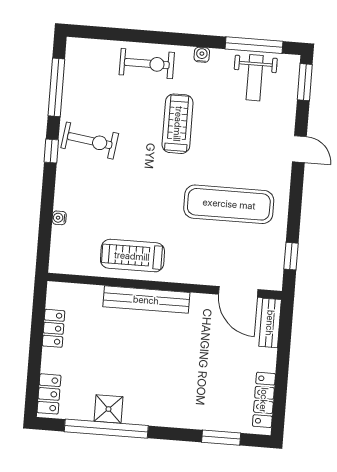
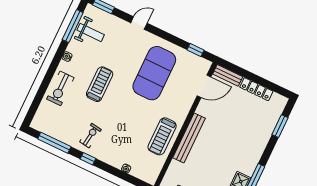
exercise bike: (147, 64) -> (60, 88), turned 180
treadmill: (178, 124) -> (100, 84), turned 90
exercise bike: (90, 141) -> (90, 136), width x0.73, depth x0.72
exercise mat: (229, 204) -> (154, 73), width x1.47
locker: (264, 400) -> (256, 89), moved

